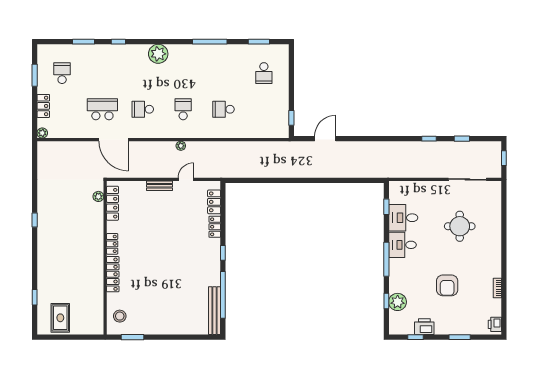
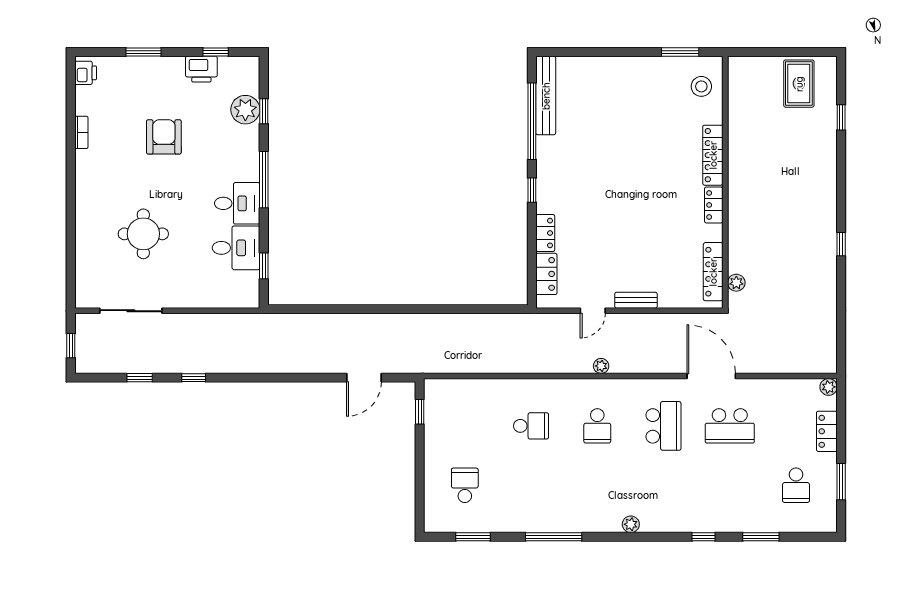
plant: (158, 54) -> (631, 524), width x0.53, depth x0.53
school desk: (143, 109) -> (664, 426), width x1.85

